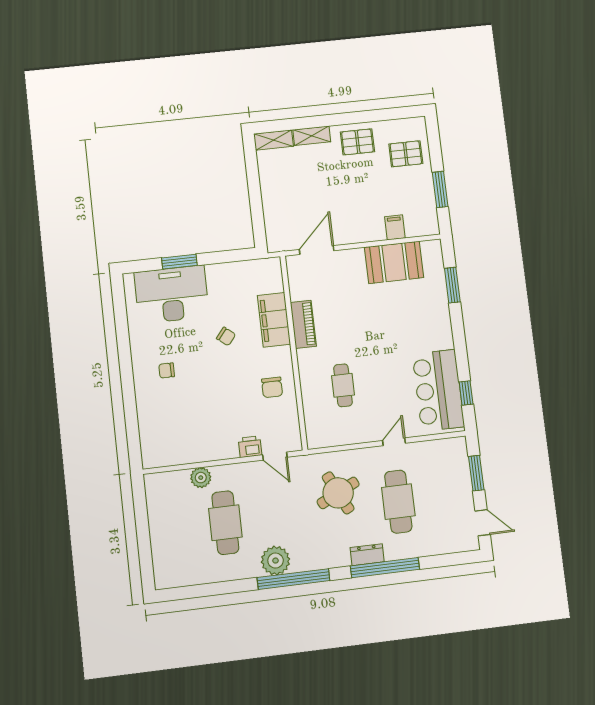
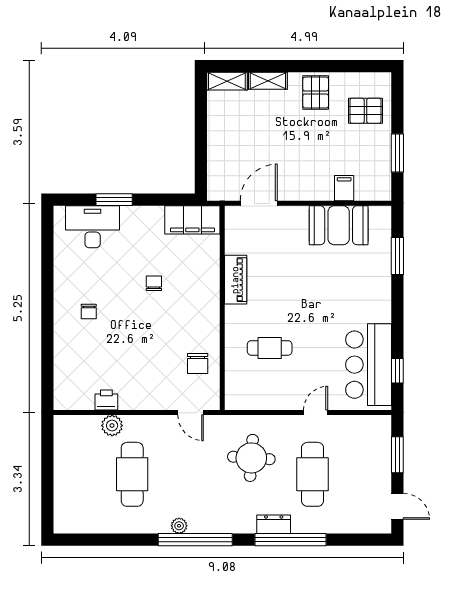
pallet: (358, 142) -> (316, 93), turned 90
desk: (172, 295) -> (93, 227), width x0.73, depth x0.77
filing cabinet: (274, 320) -> (192, 220), moved, turned -90
chair: (226, 336) -> (154, 283), turned -129
chair: (167, 370) -> (89, 312), turned -90
cafe table: (343, 385) -> (270, 348), turned 90
chair: (272, 387) -> (198, 364), moved
printer: (250, 447) -> (106, 400), moved
round table: (338, 493) -> (251, 458), turned 30
plant: (276, 561) -> (179, 526), width x0.53, depth x0.53

